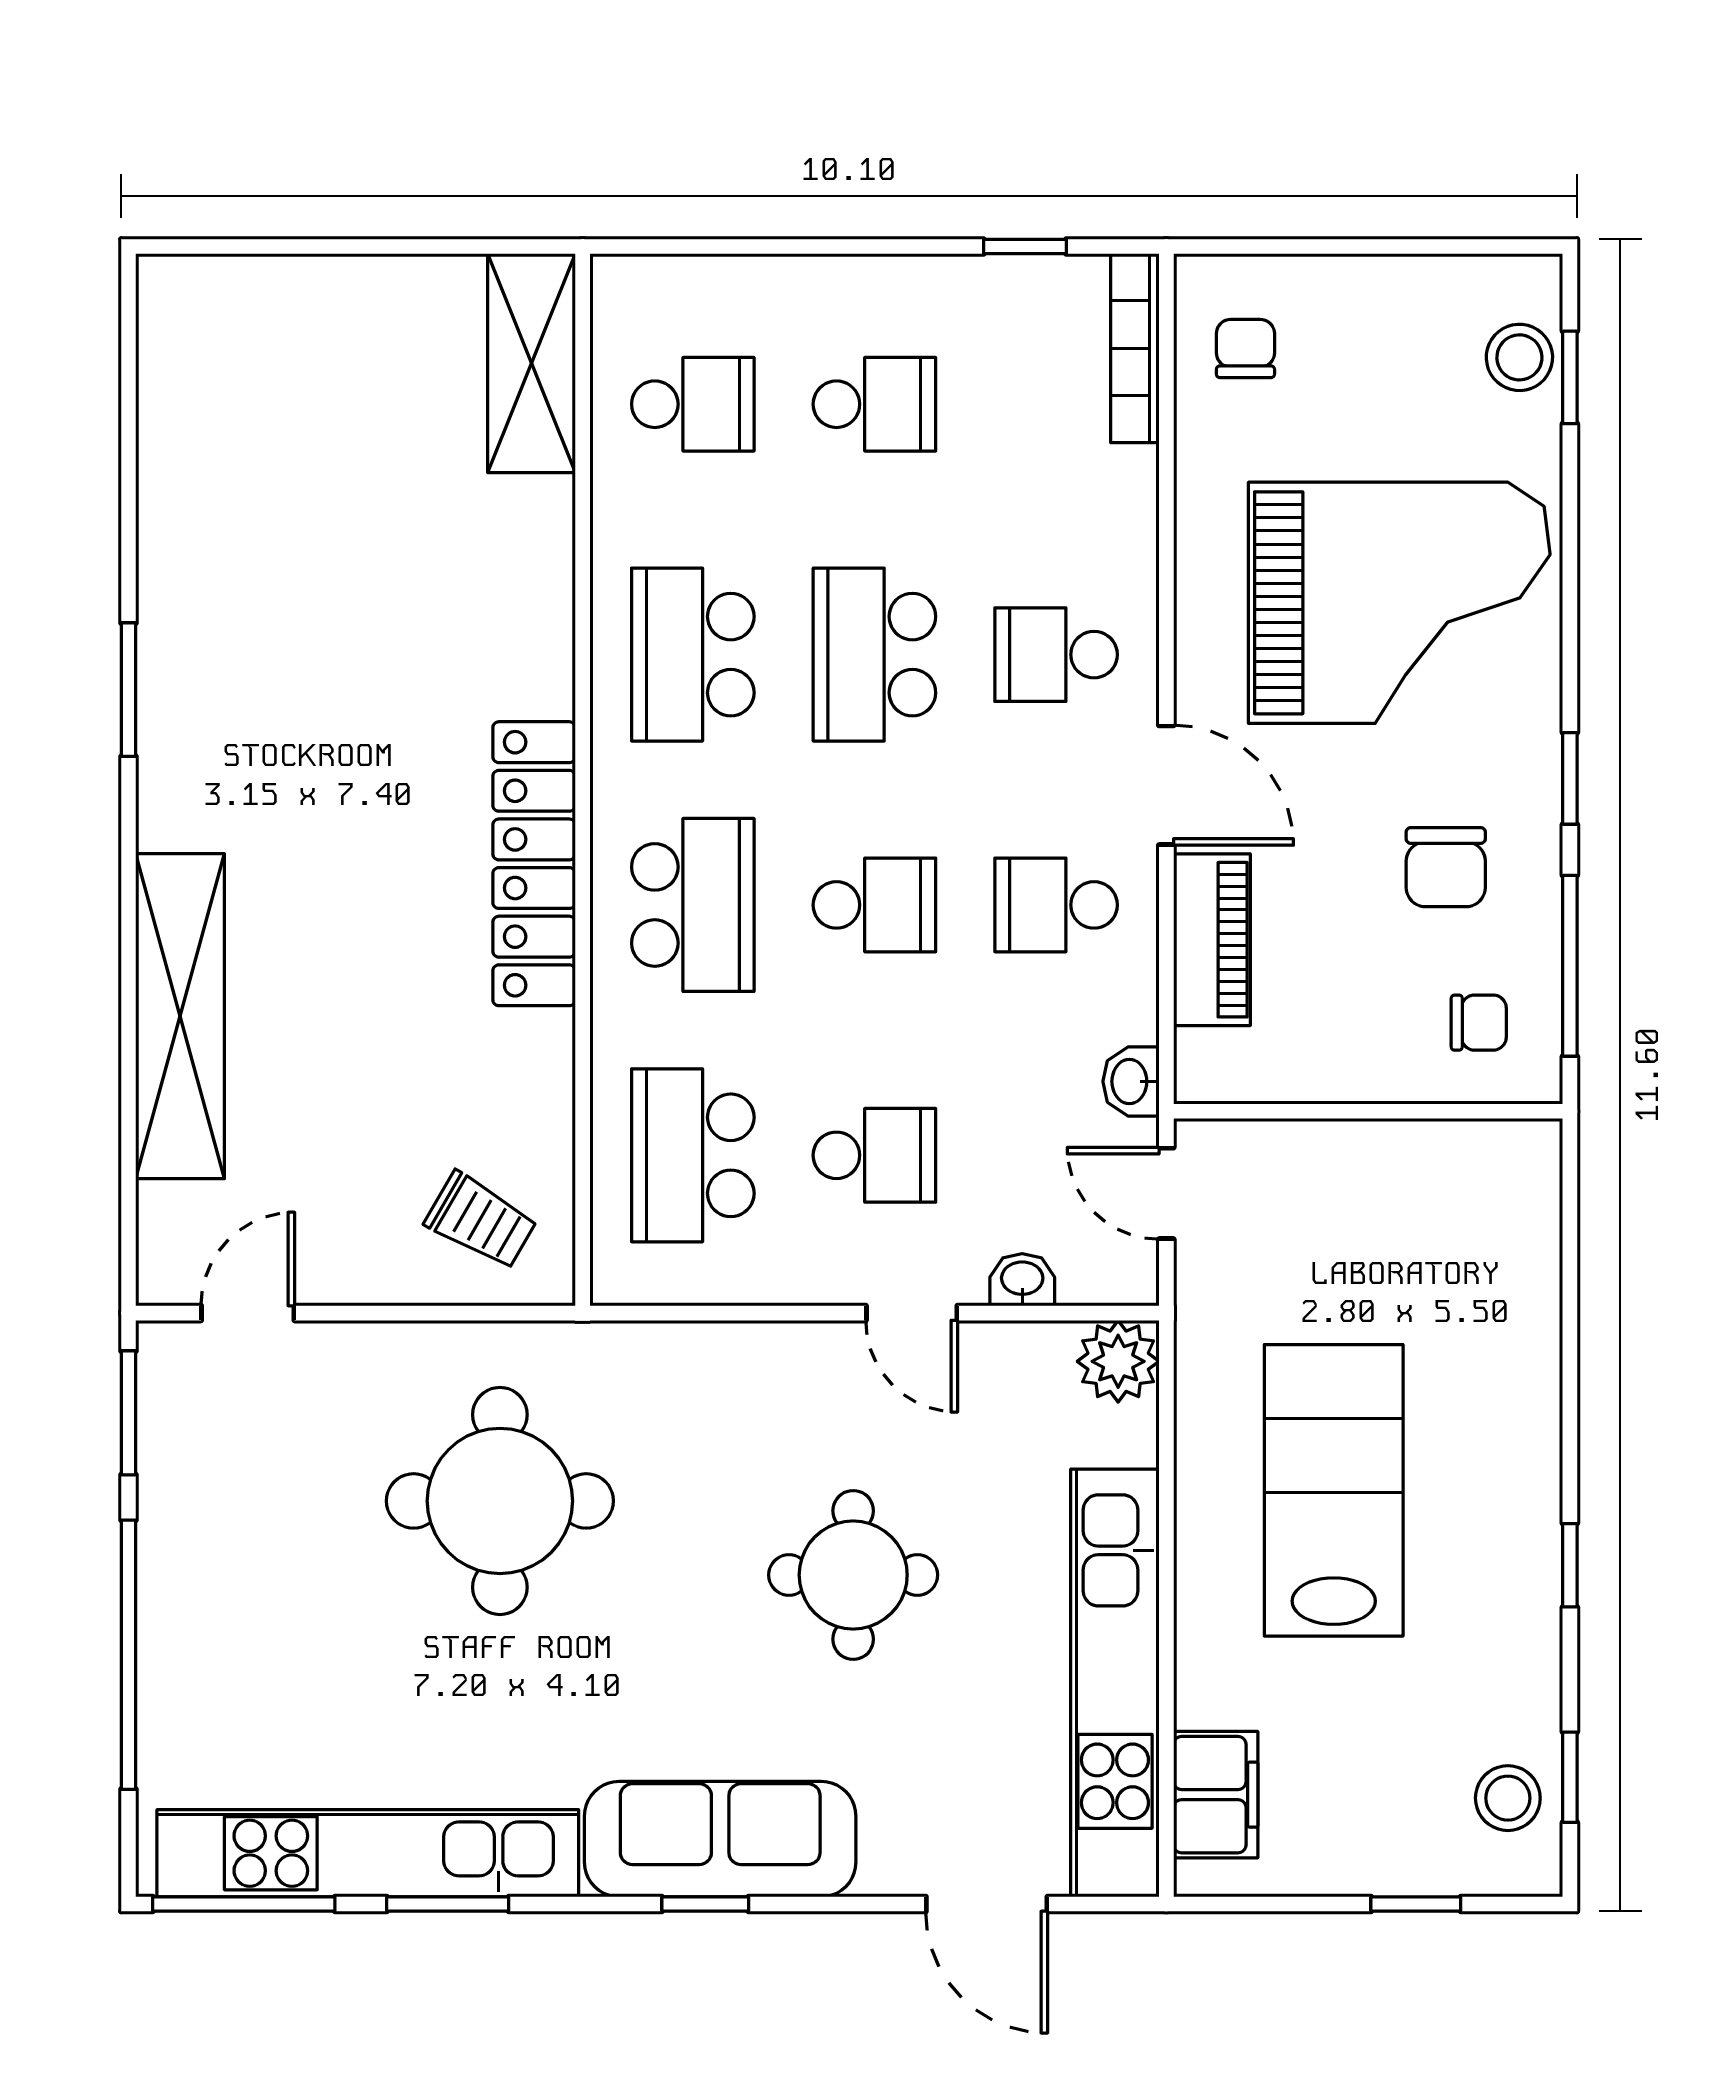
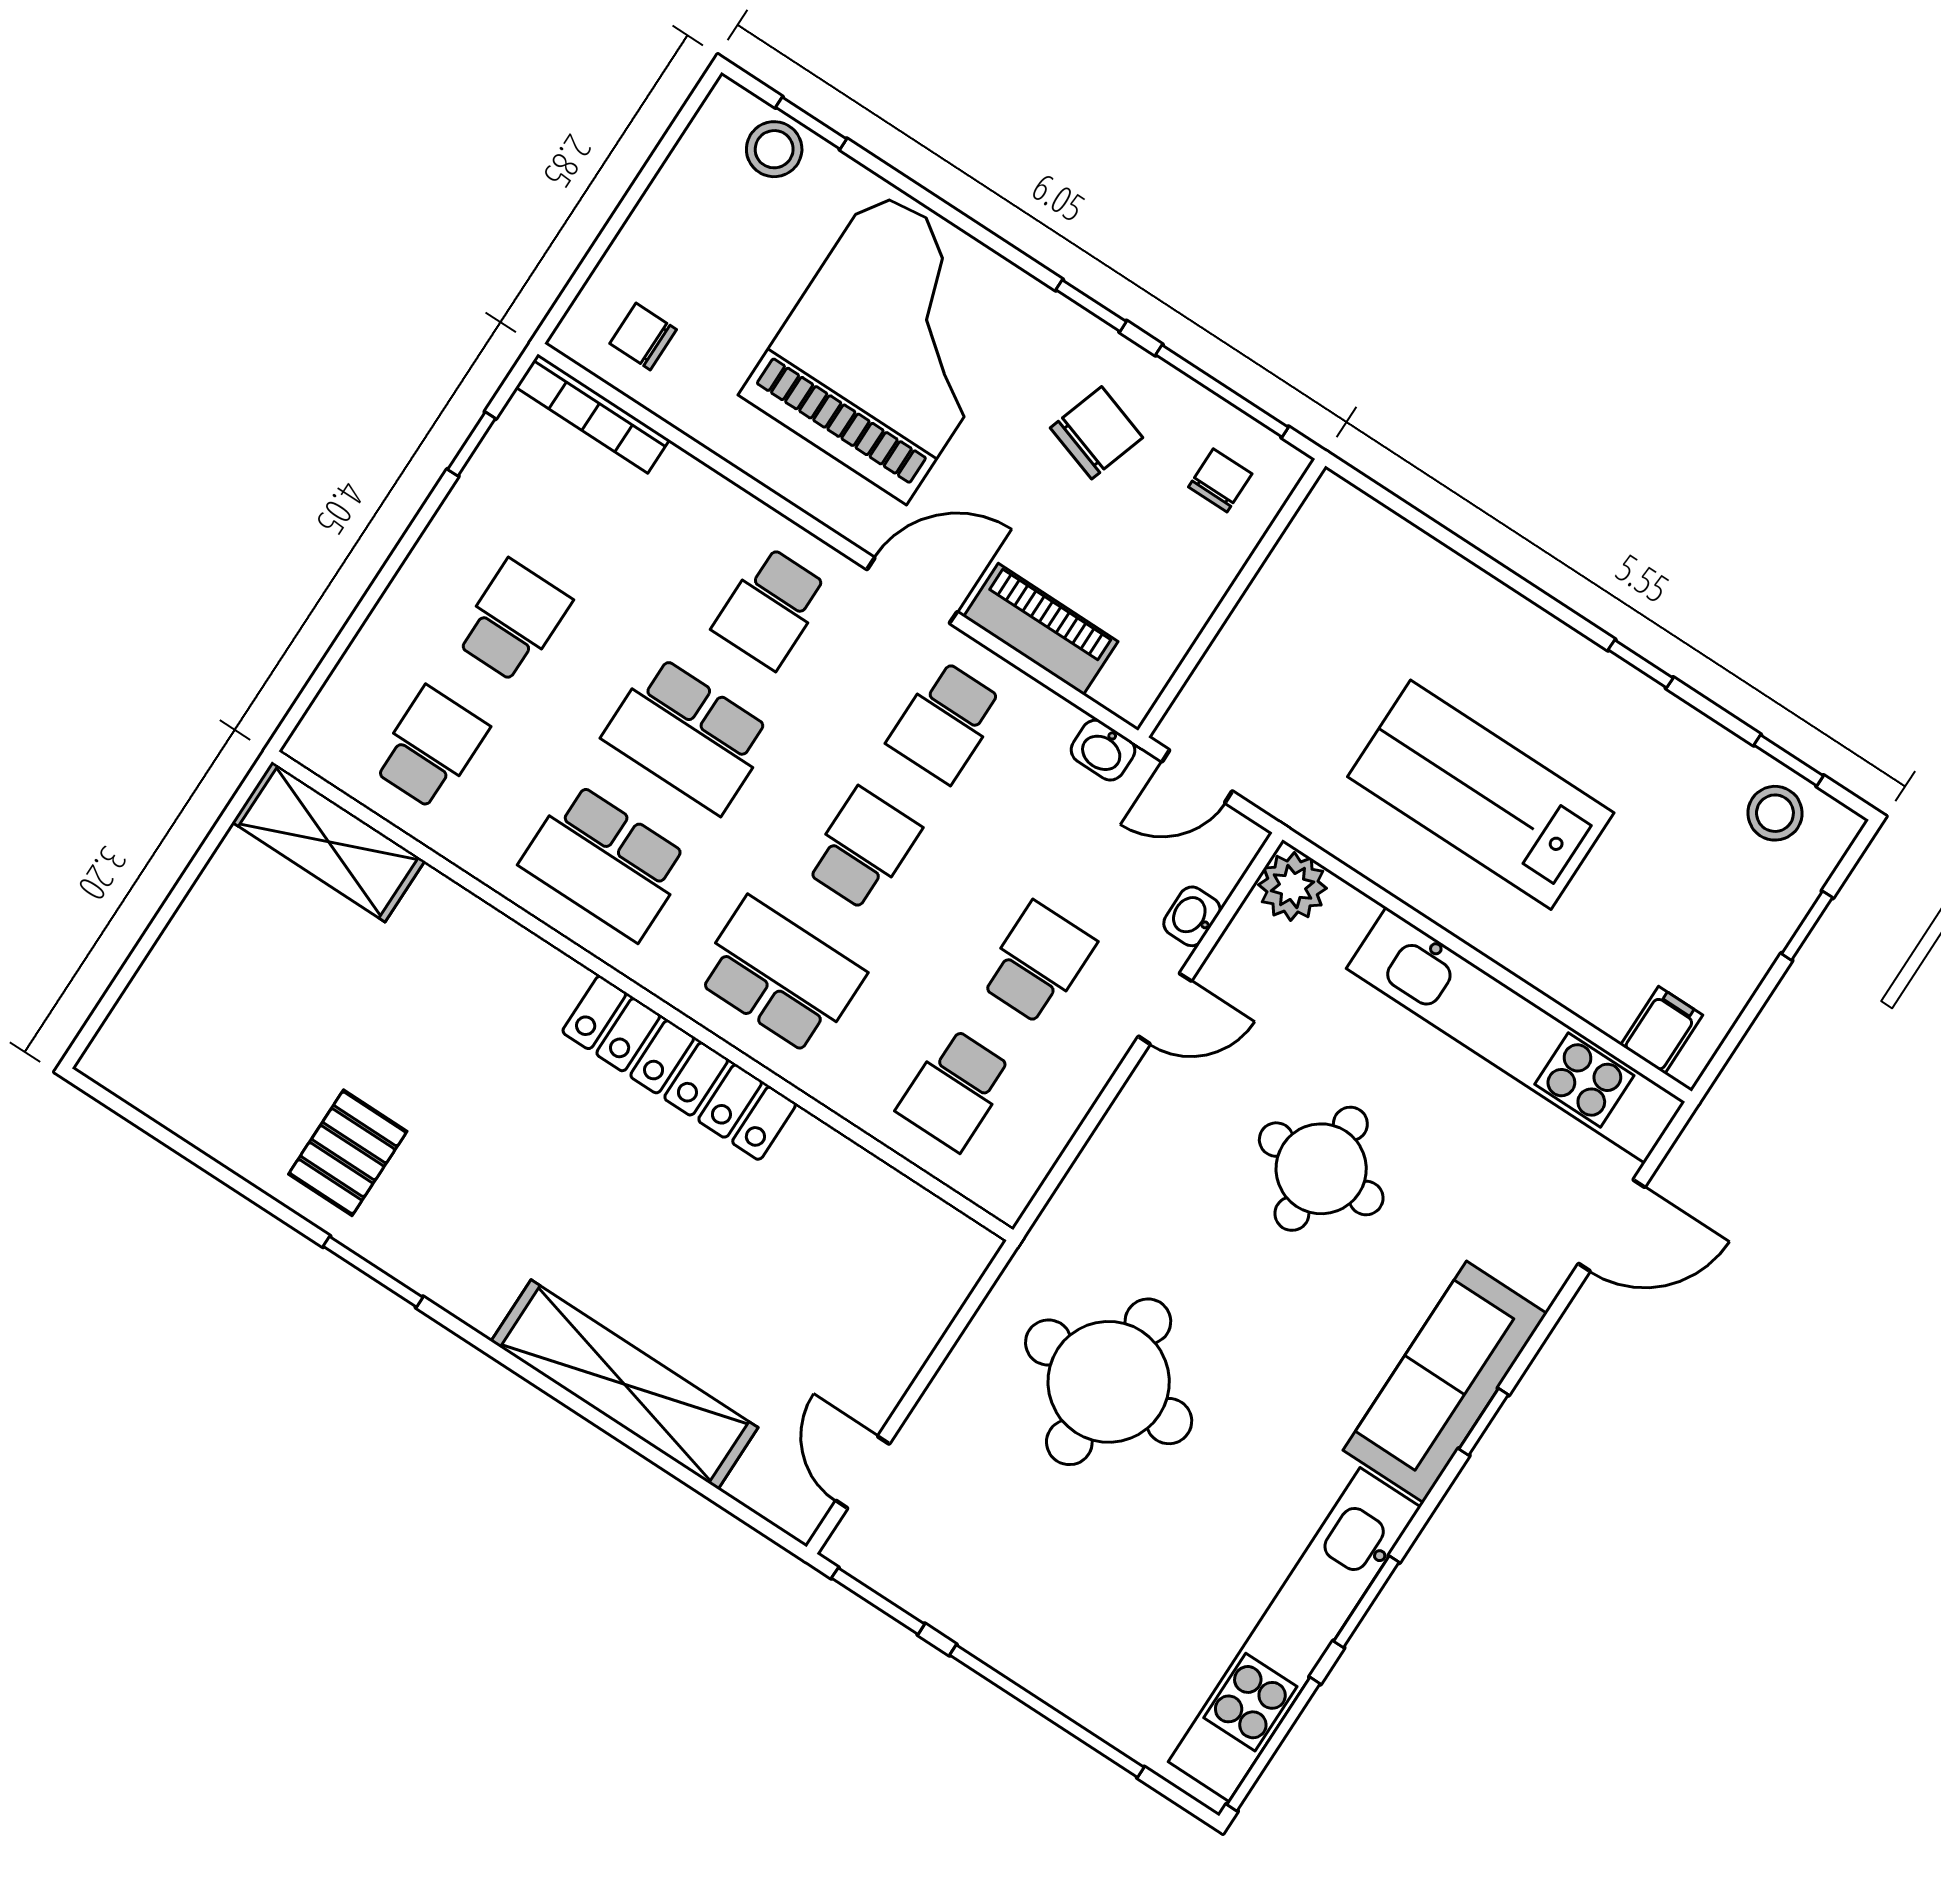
pallet: (232, 586) -> (348, 1153), added
chair: (1446, 867) -> (1097, 433), turned -72
school desk: (693, 1155) -> (955, 1090), width x0.54
trolley: (481, 1221) -> (904, 1268), removed
filing cabinet: (1216, 1795) -> (1662, 1030), width x0.50

